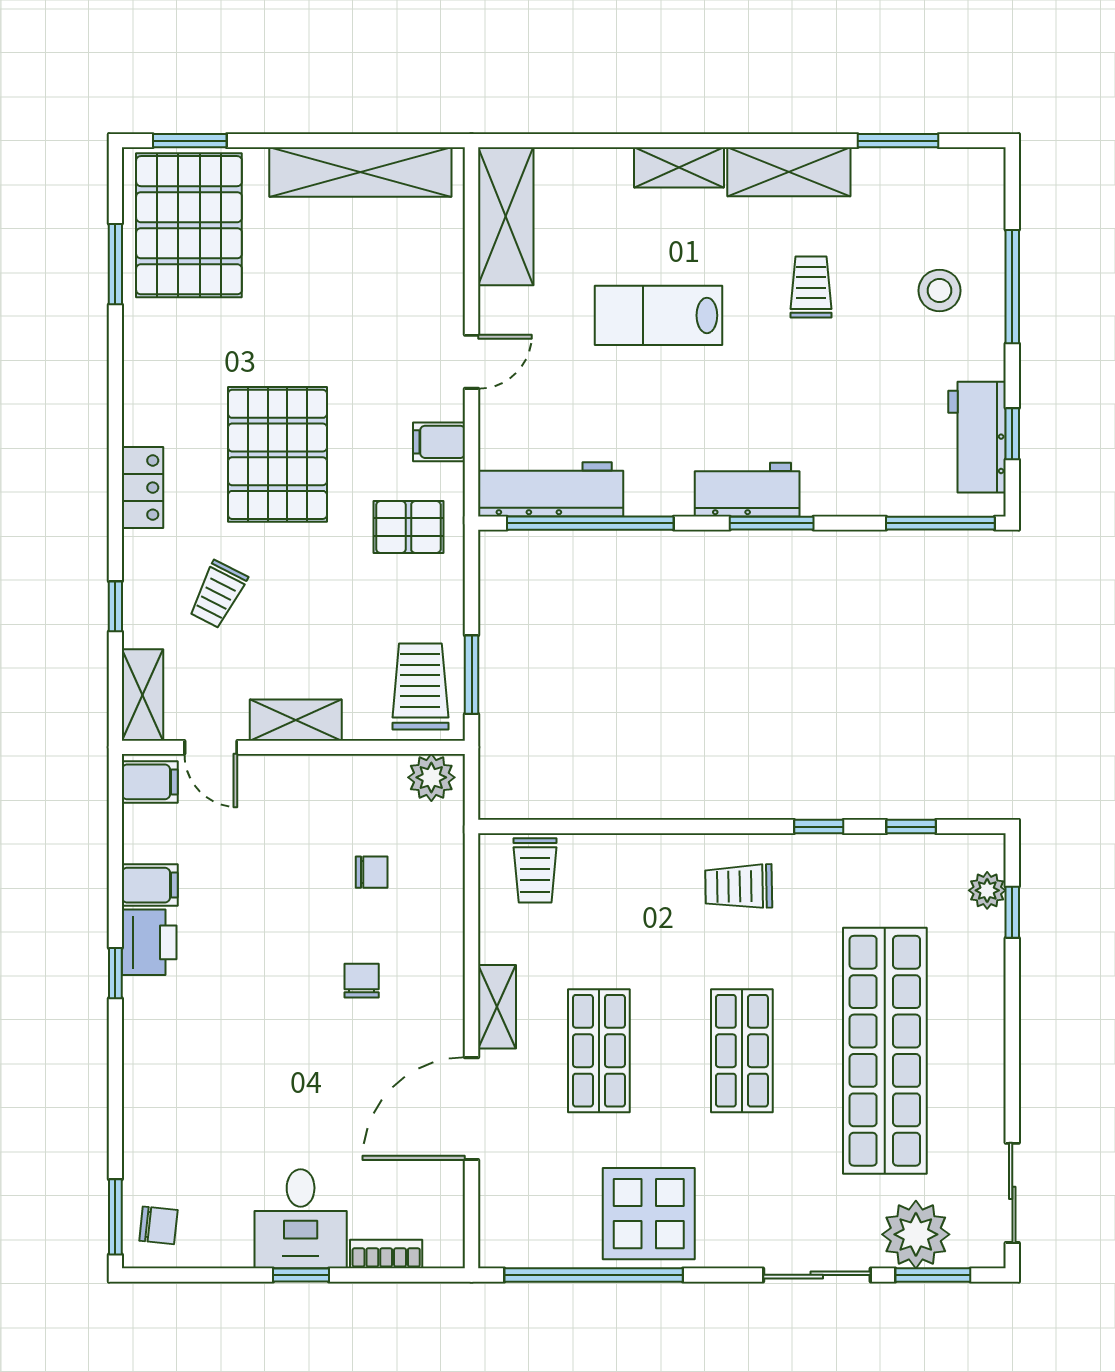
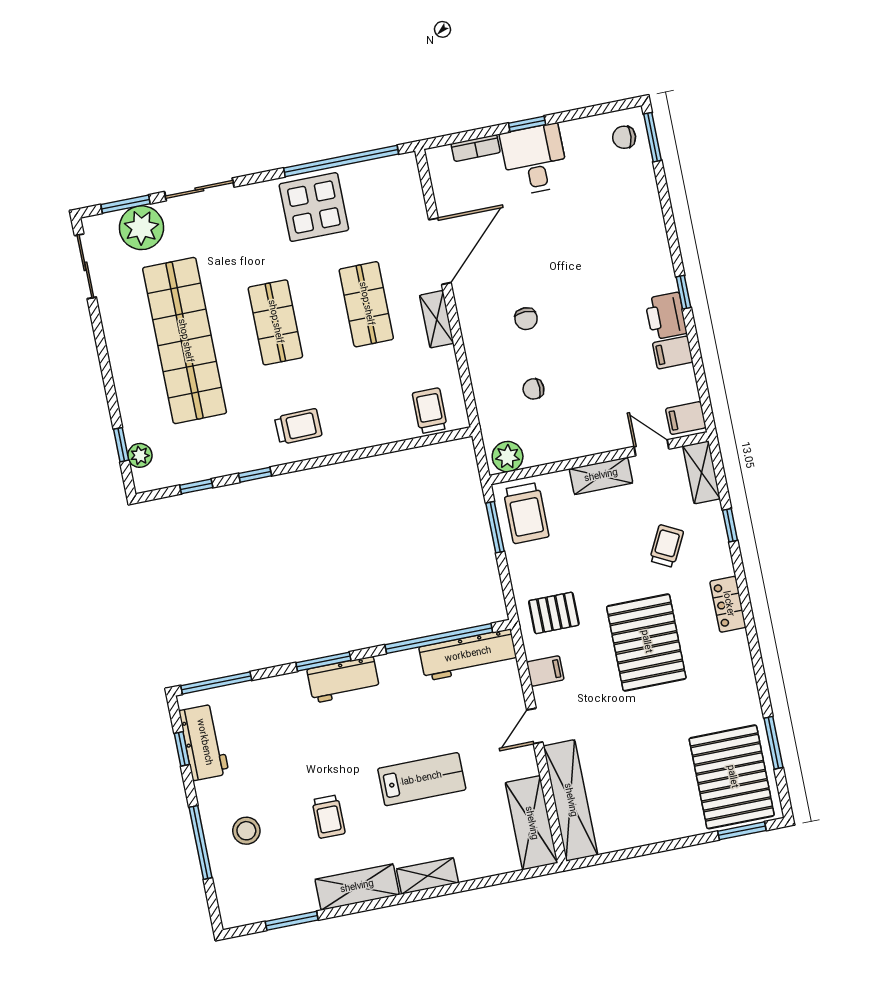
shelving: (360, 172) -> (570, 800), moved, turned 90

